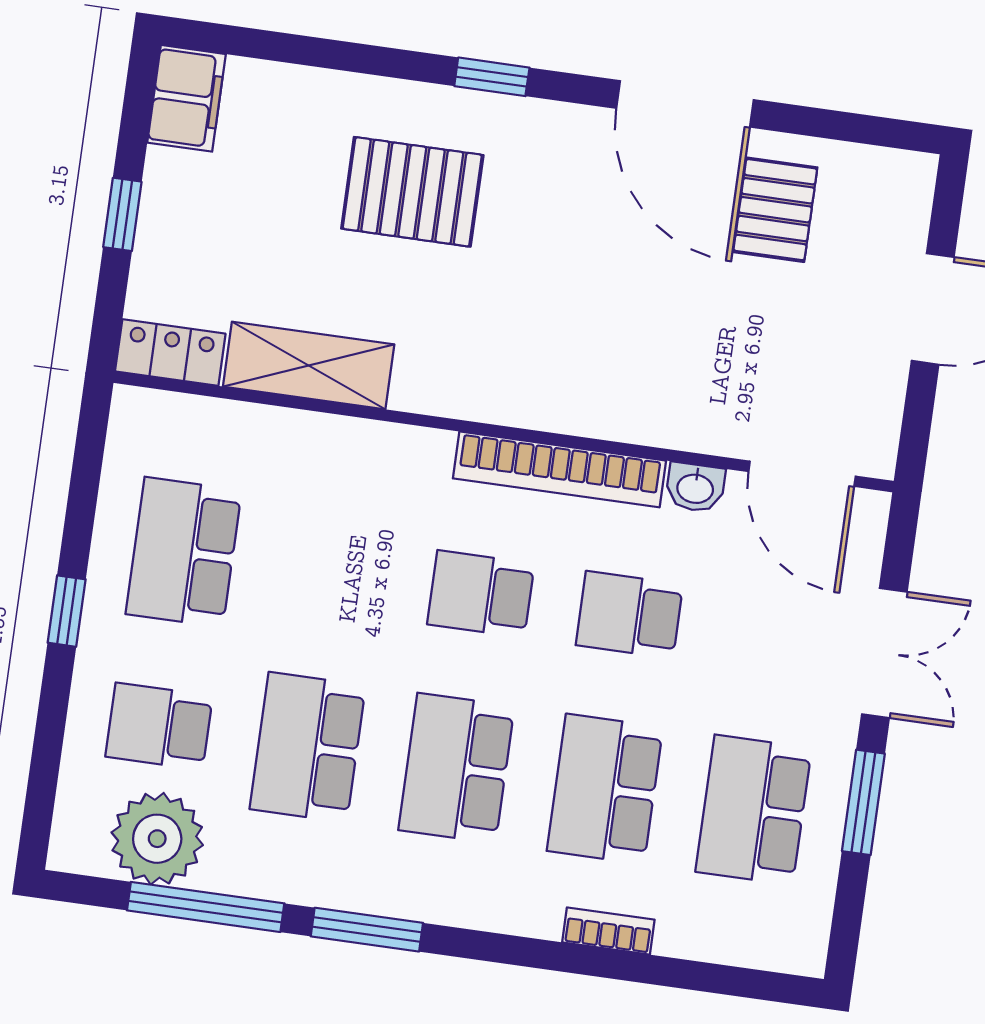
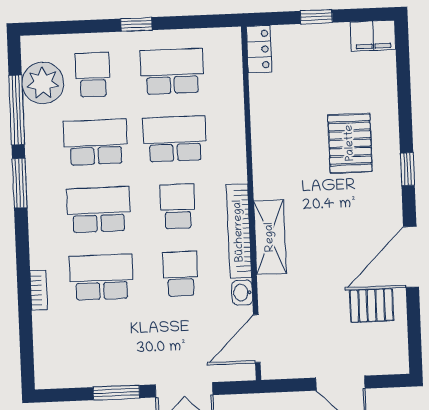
shelving: (309, 365) -> (270, 237), moved
school desk: (754, 810) -> (175, 139), moved

